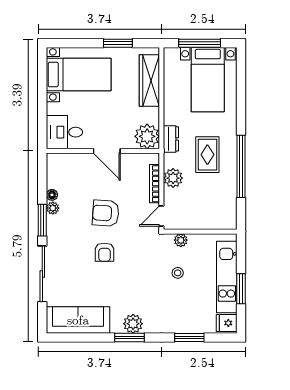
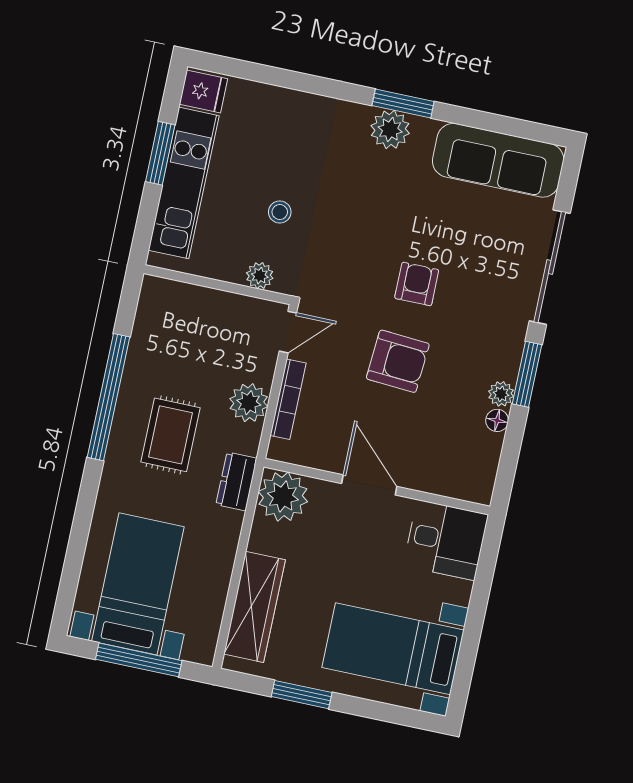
window: (189, 338) -> (284, 78), removed

